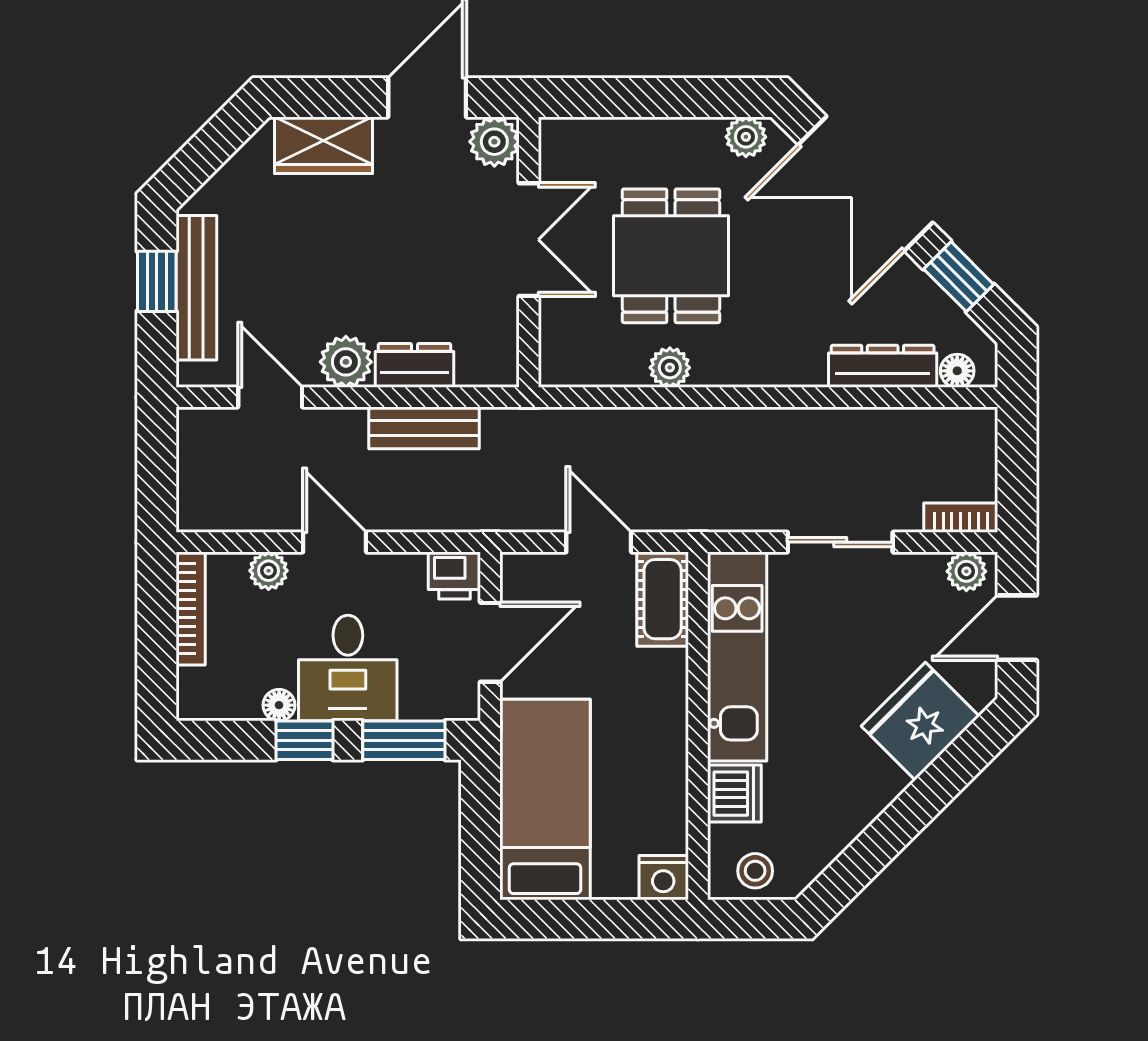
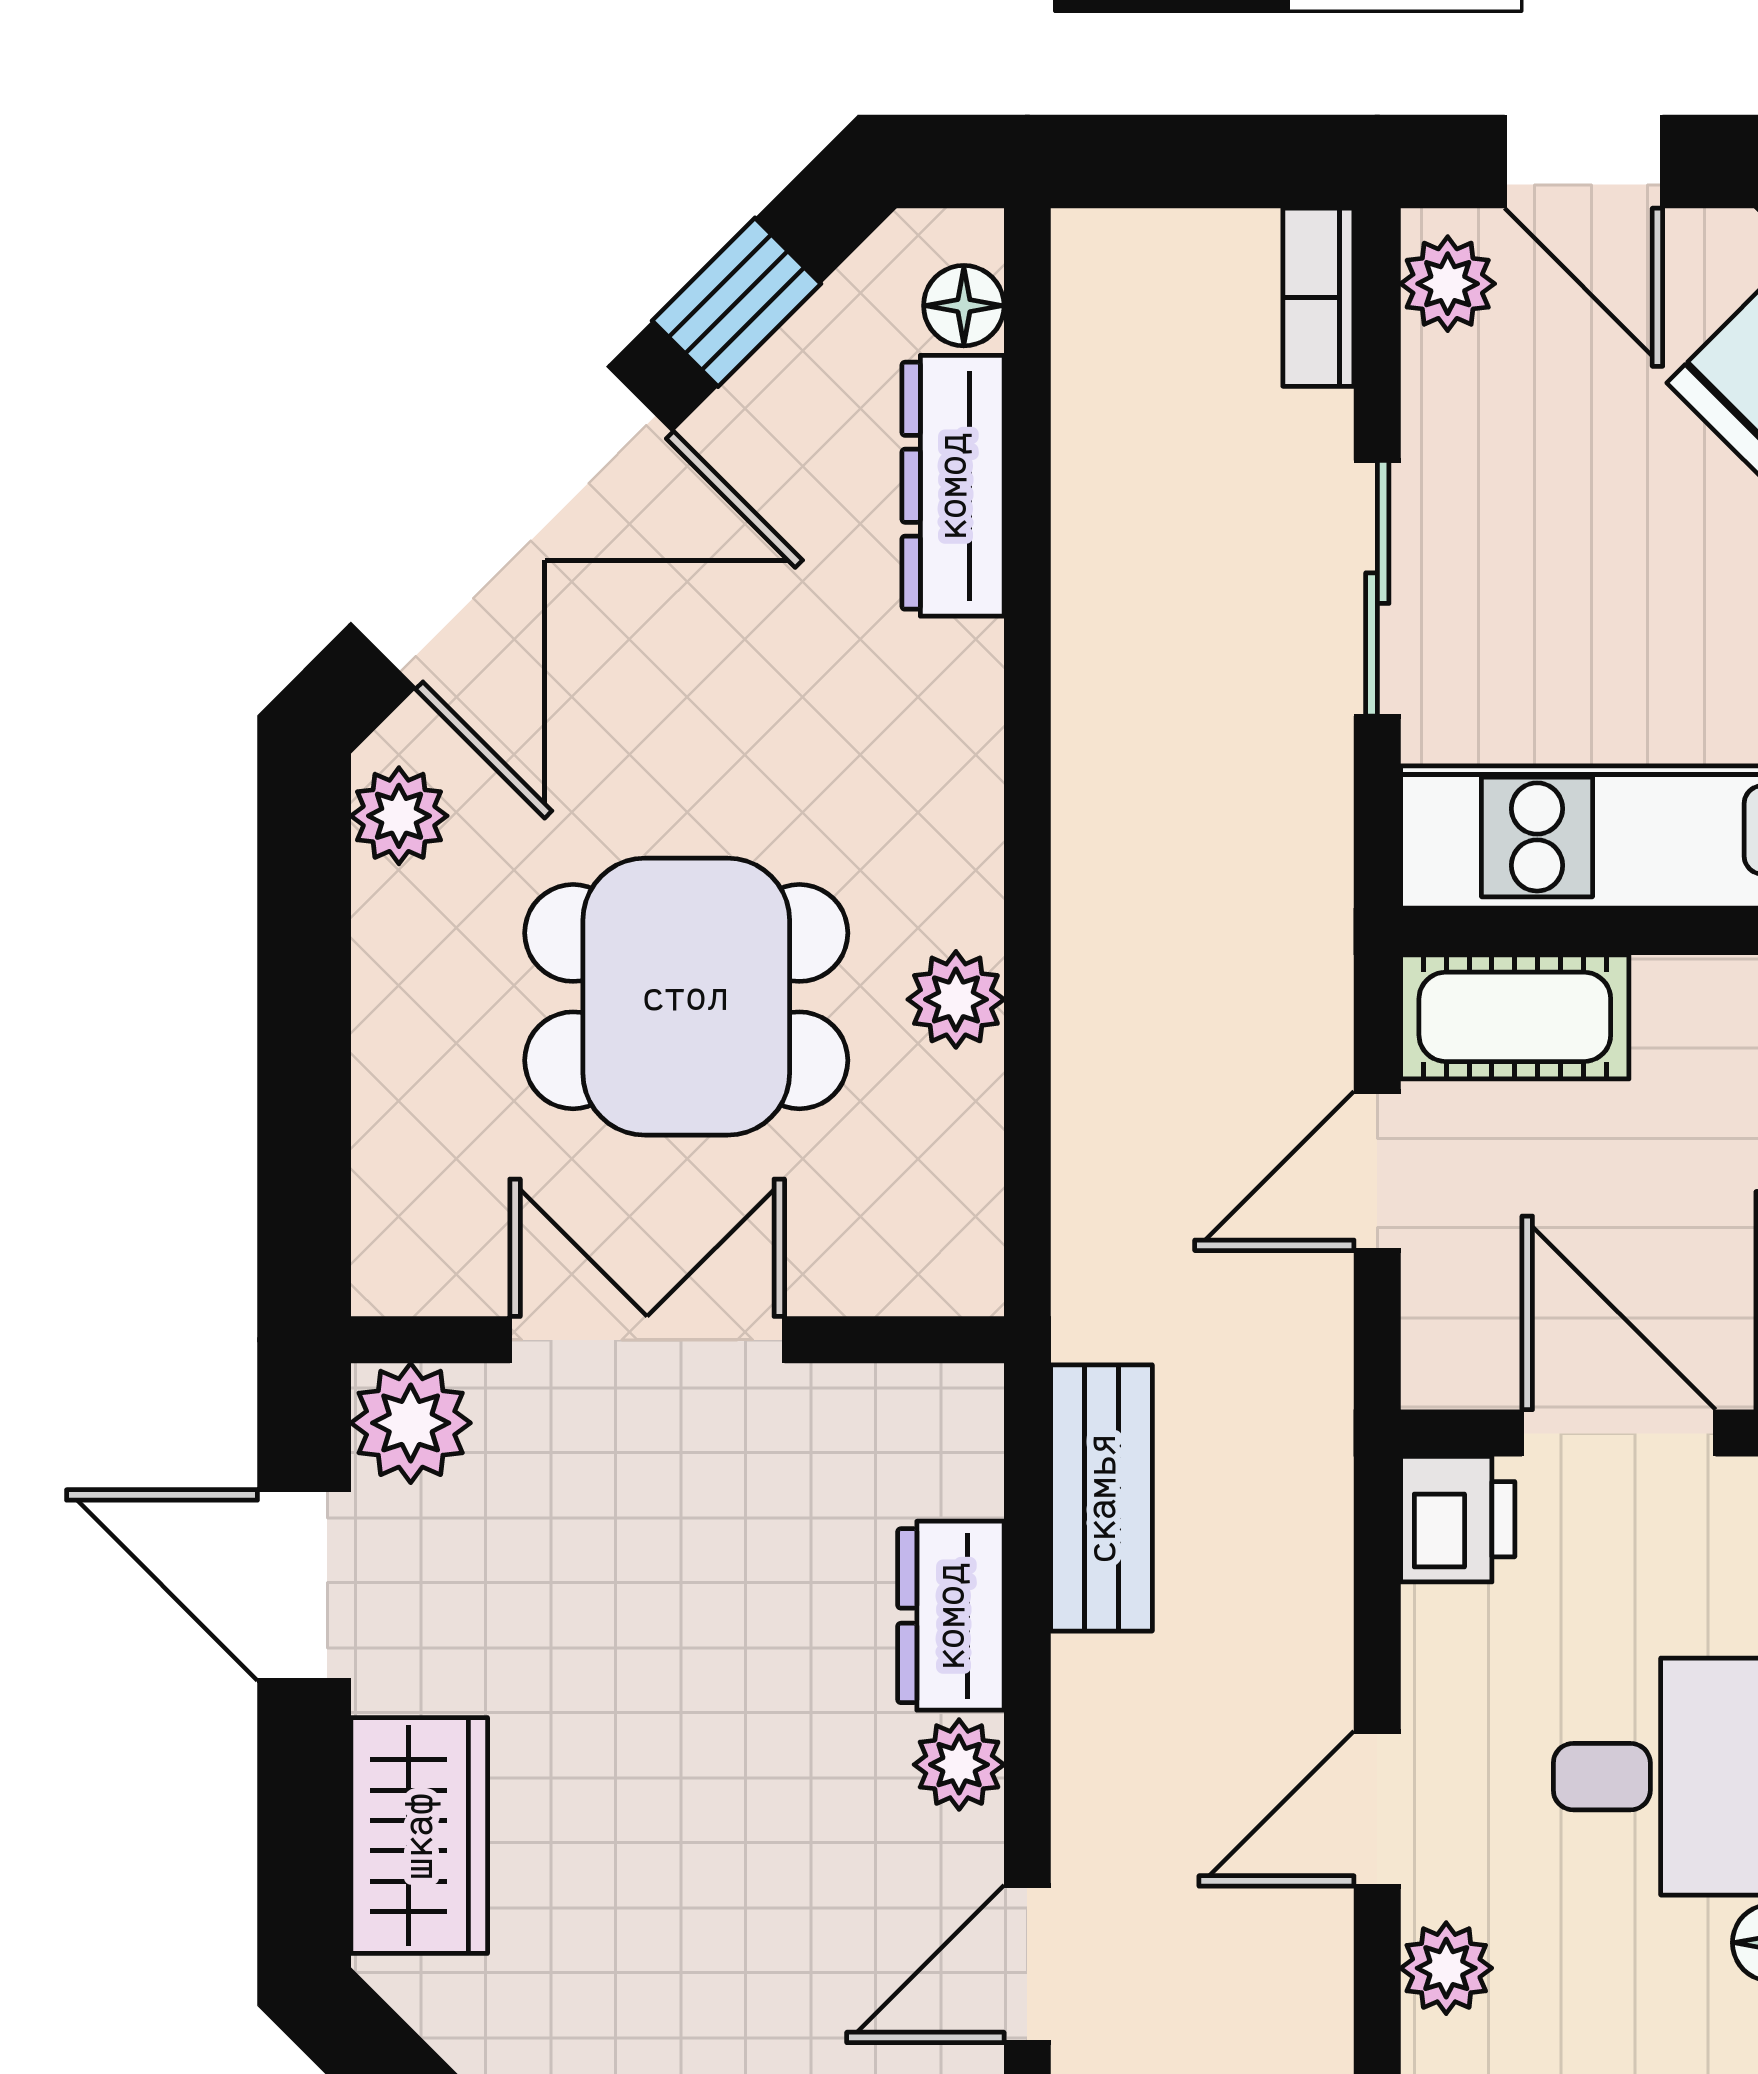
plant: (346, 362) -> (959, 1765), width x0.73, depth x0.73
bench: (424, 428) -> (1102, 1498), moved

